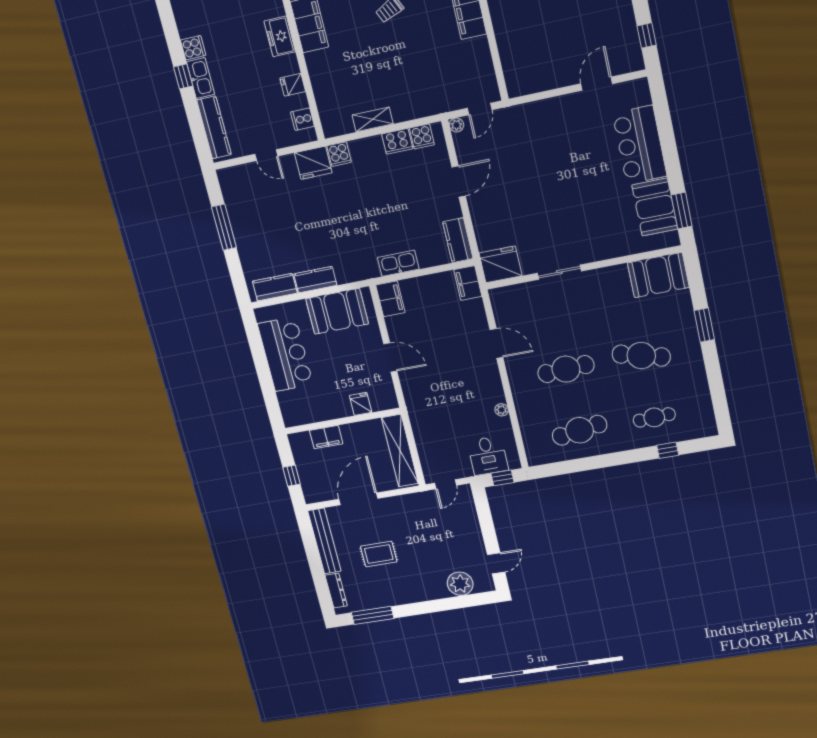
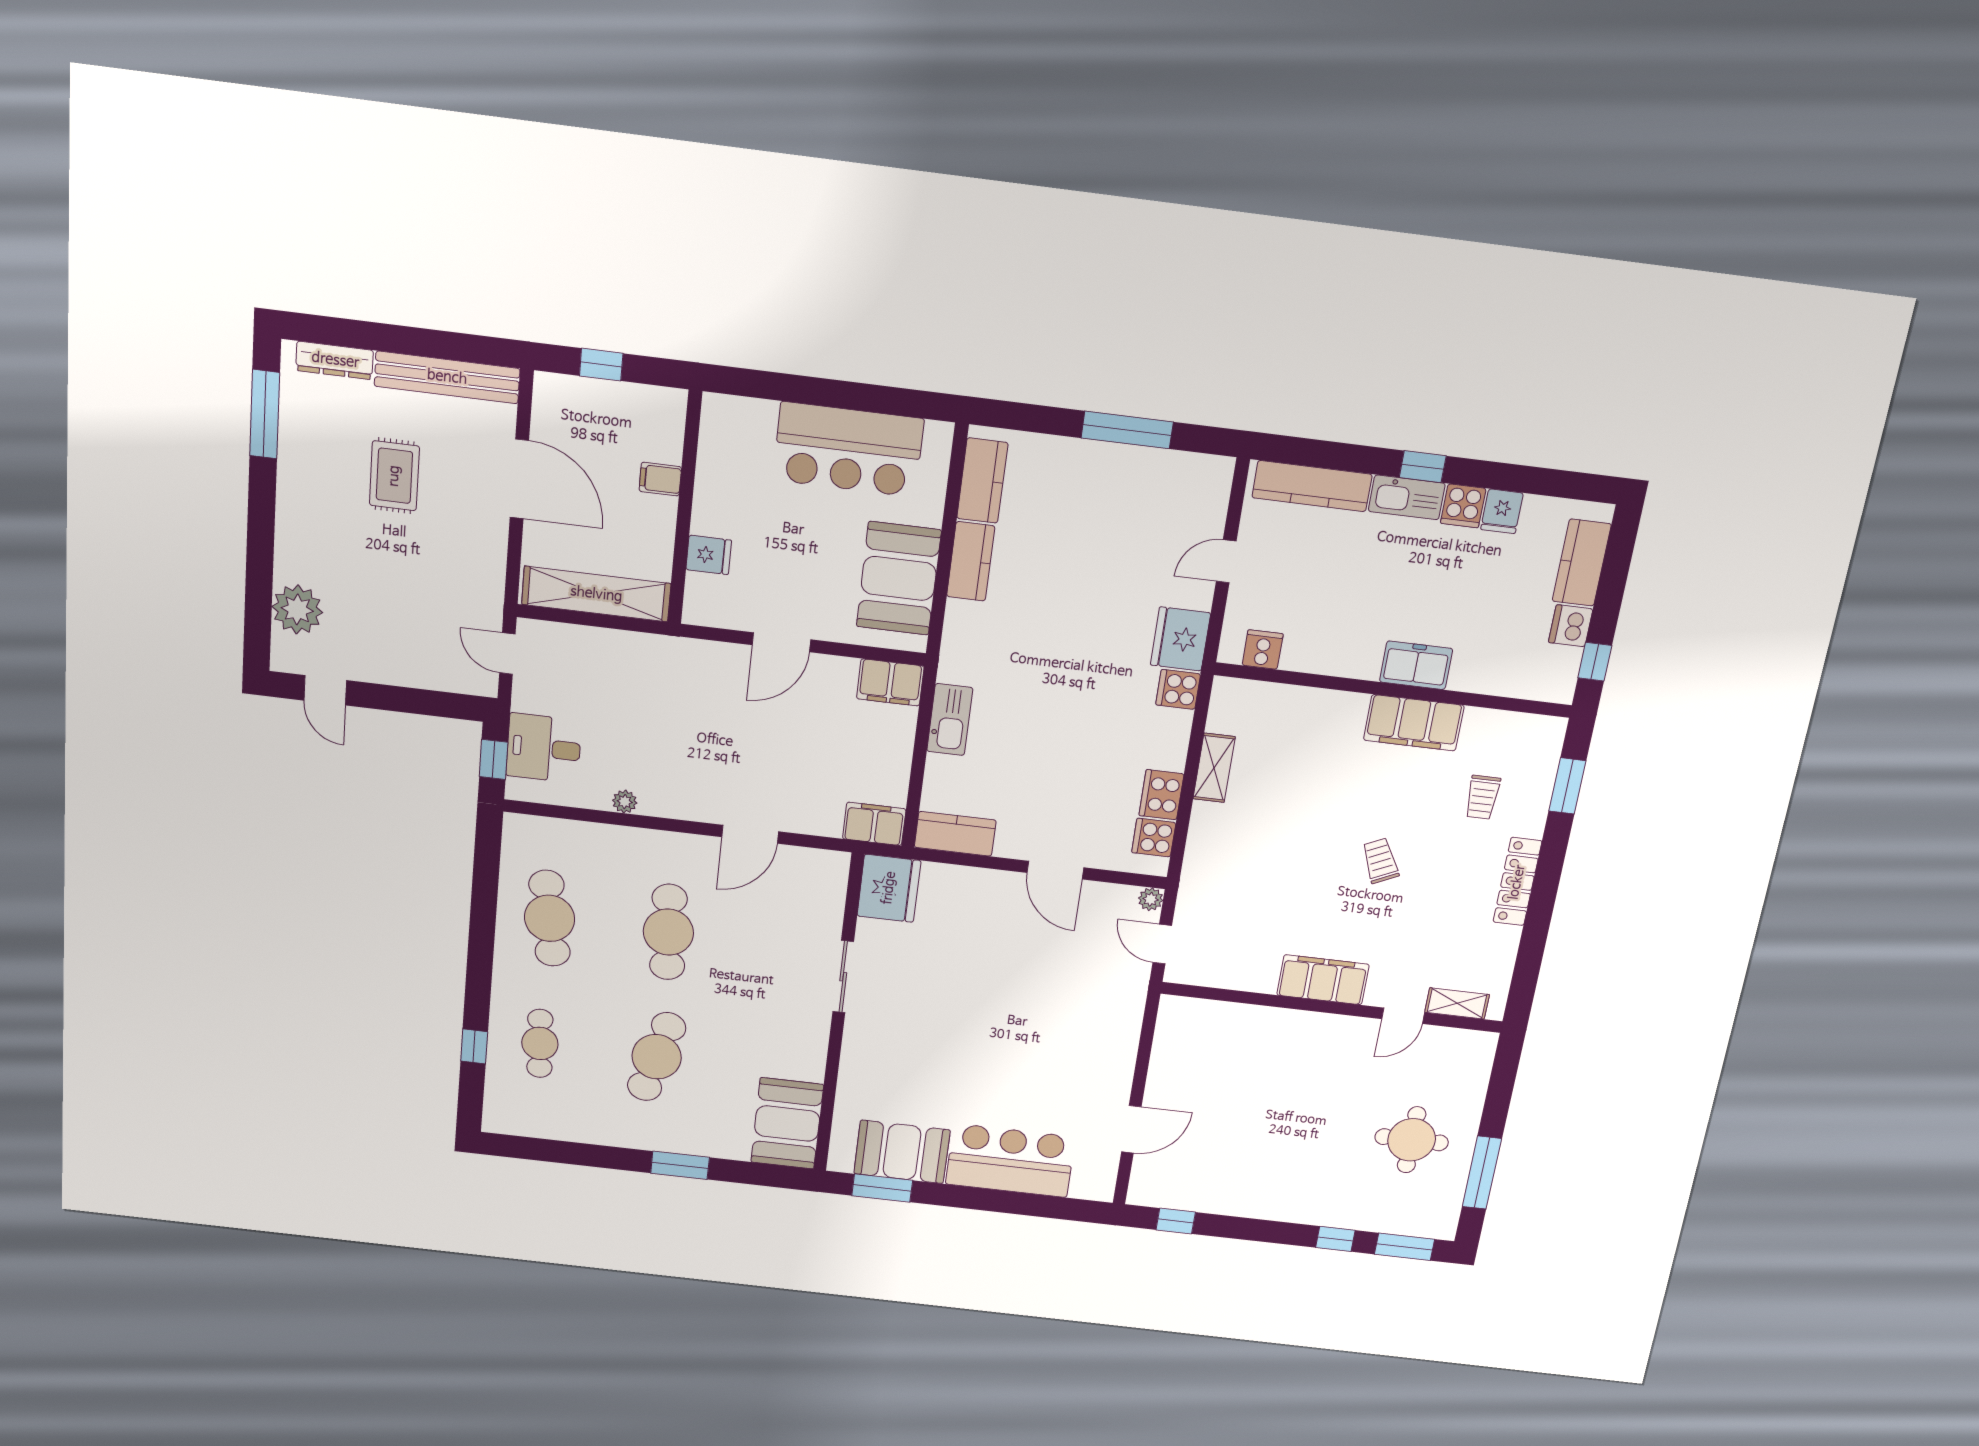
door: (597, 84) -> (1131, 1129), hinge flipped
fridge: (293, 85) -> (1502, 511), moved, turned 180
filing cabinet: (326, 437) -> (660, 479), width x0.50

